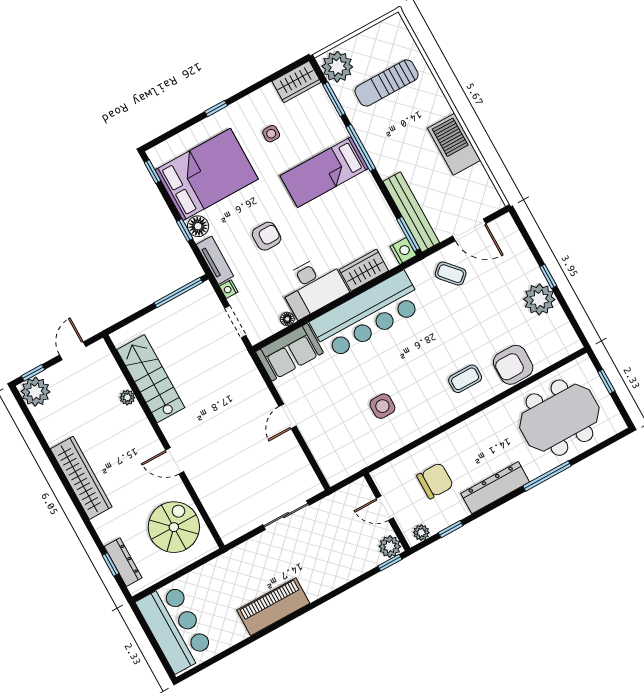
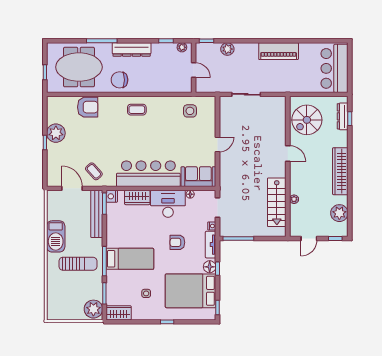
sun lounger: (387, 83) -> (78, 264), moved
coffee table: (465, 379) -> (137, 110), moved
plant: (35, 392) -> (339, 213), moved
side table: (382, 406) -> (190, 111), moved
chair: (435, 481) -> (120, 80), moved
plant: (390, 547) -> (227, 49), moved

